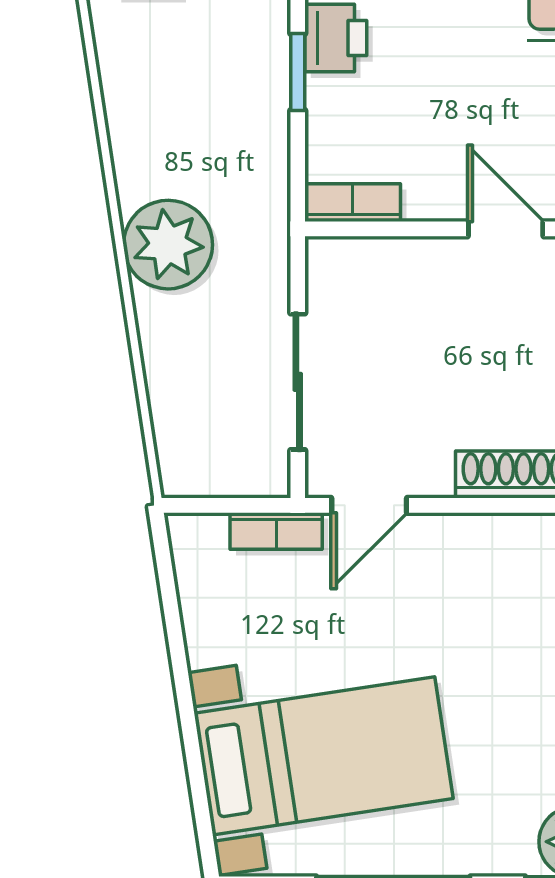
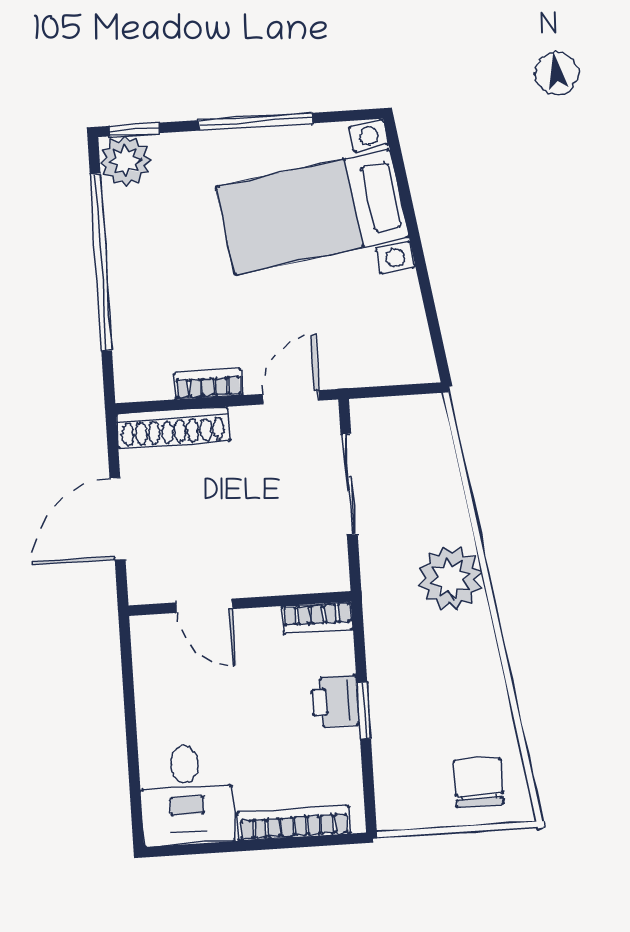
printer: (336, 38) -> (335, 701), moved
bookcase: (276, 531) -> (208, 384), moved

